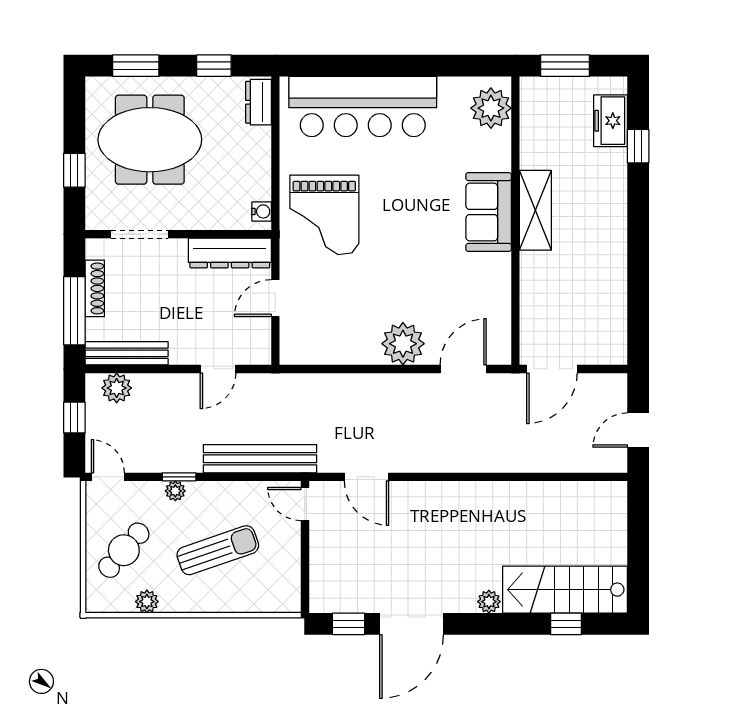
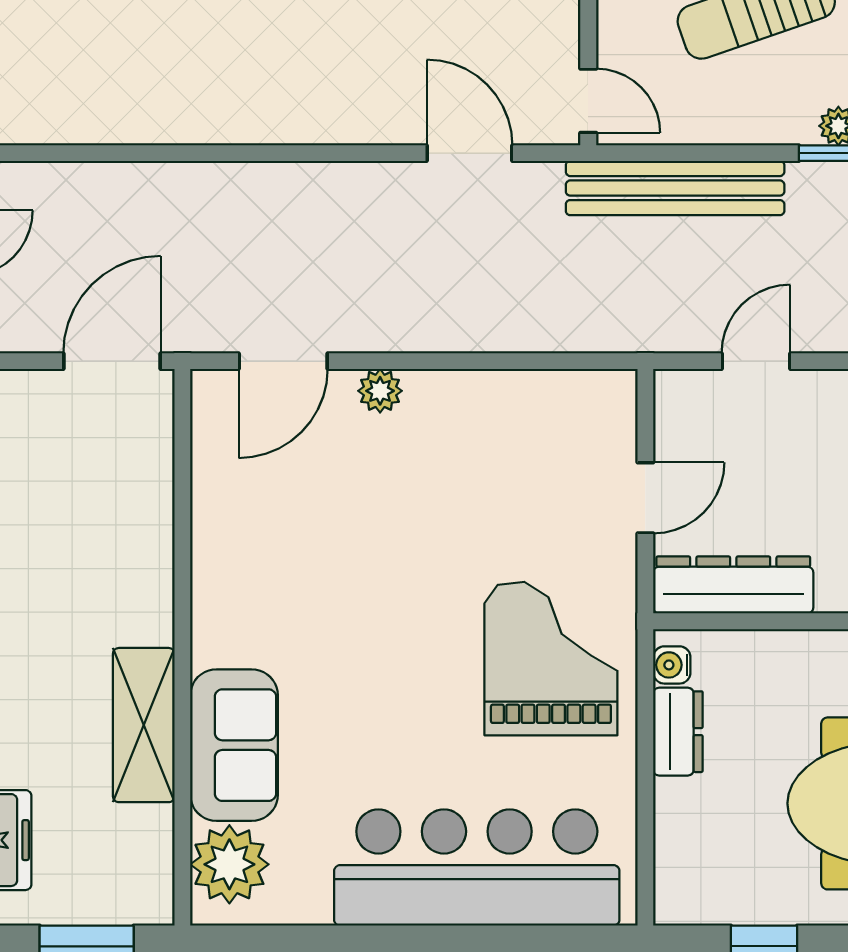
dresser: (258, 102) -> (678, 732), moved
shelving: (535, 210) -> (144, 725), moved
sofa: (489, 212) -> (234, 745), moved
plant: (403, 344) -> (380, 391), width x0.53, depth x0.53

